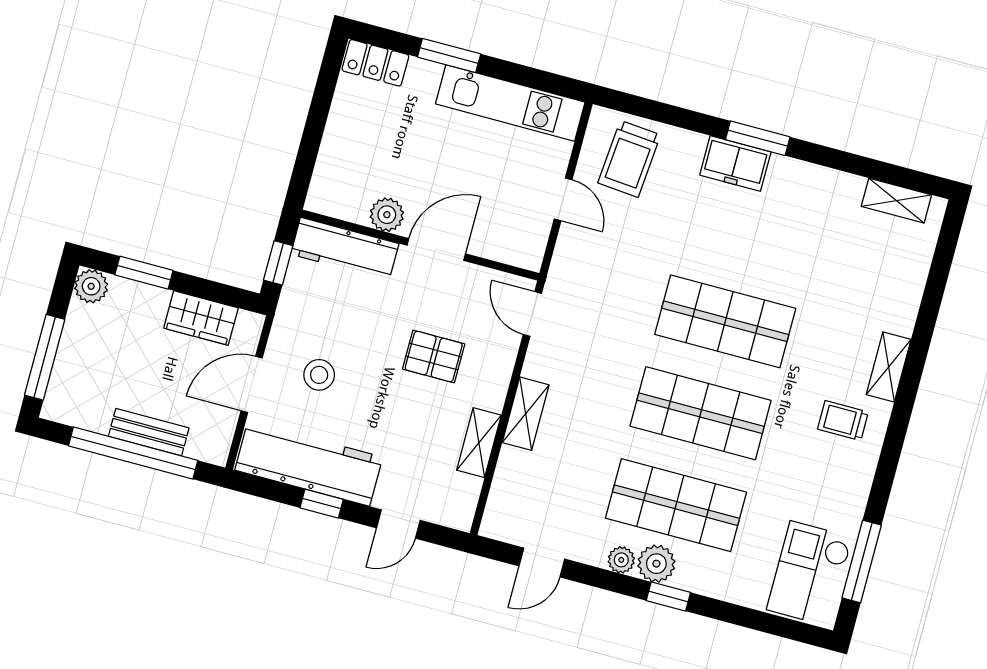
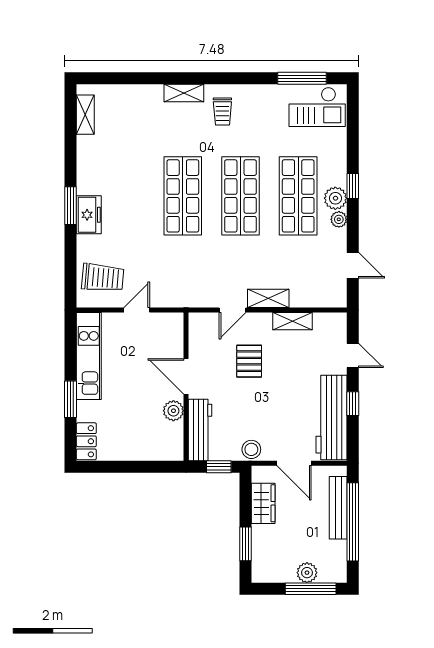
plant: (91, 286) -> (307, 573), moved
door: (532, 314) -> (233, 310), moved
stool: (319, 375) -> (251, 449), moved
bench: (149, 432) -> (338, 508), width x1.36

